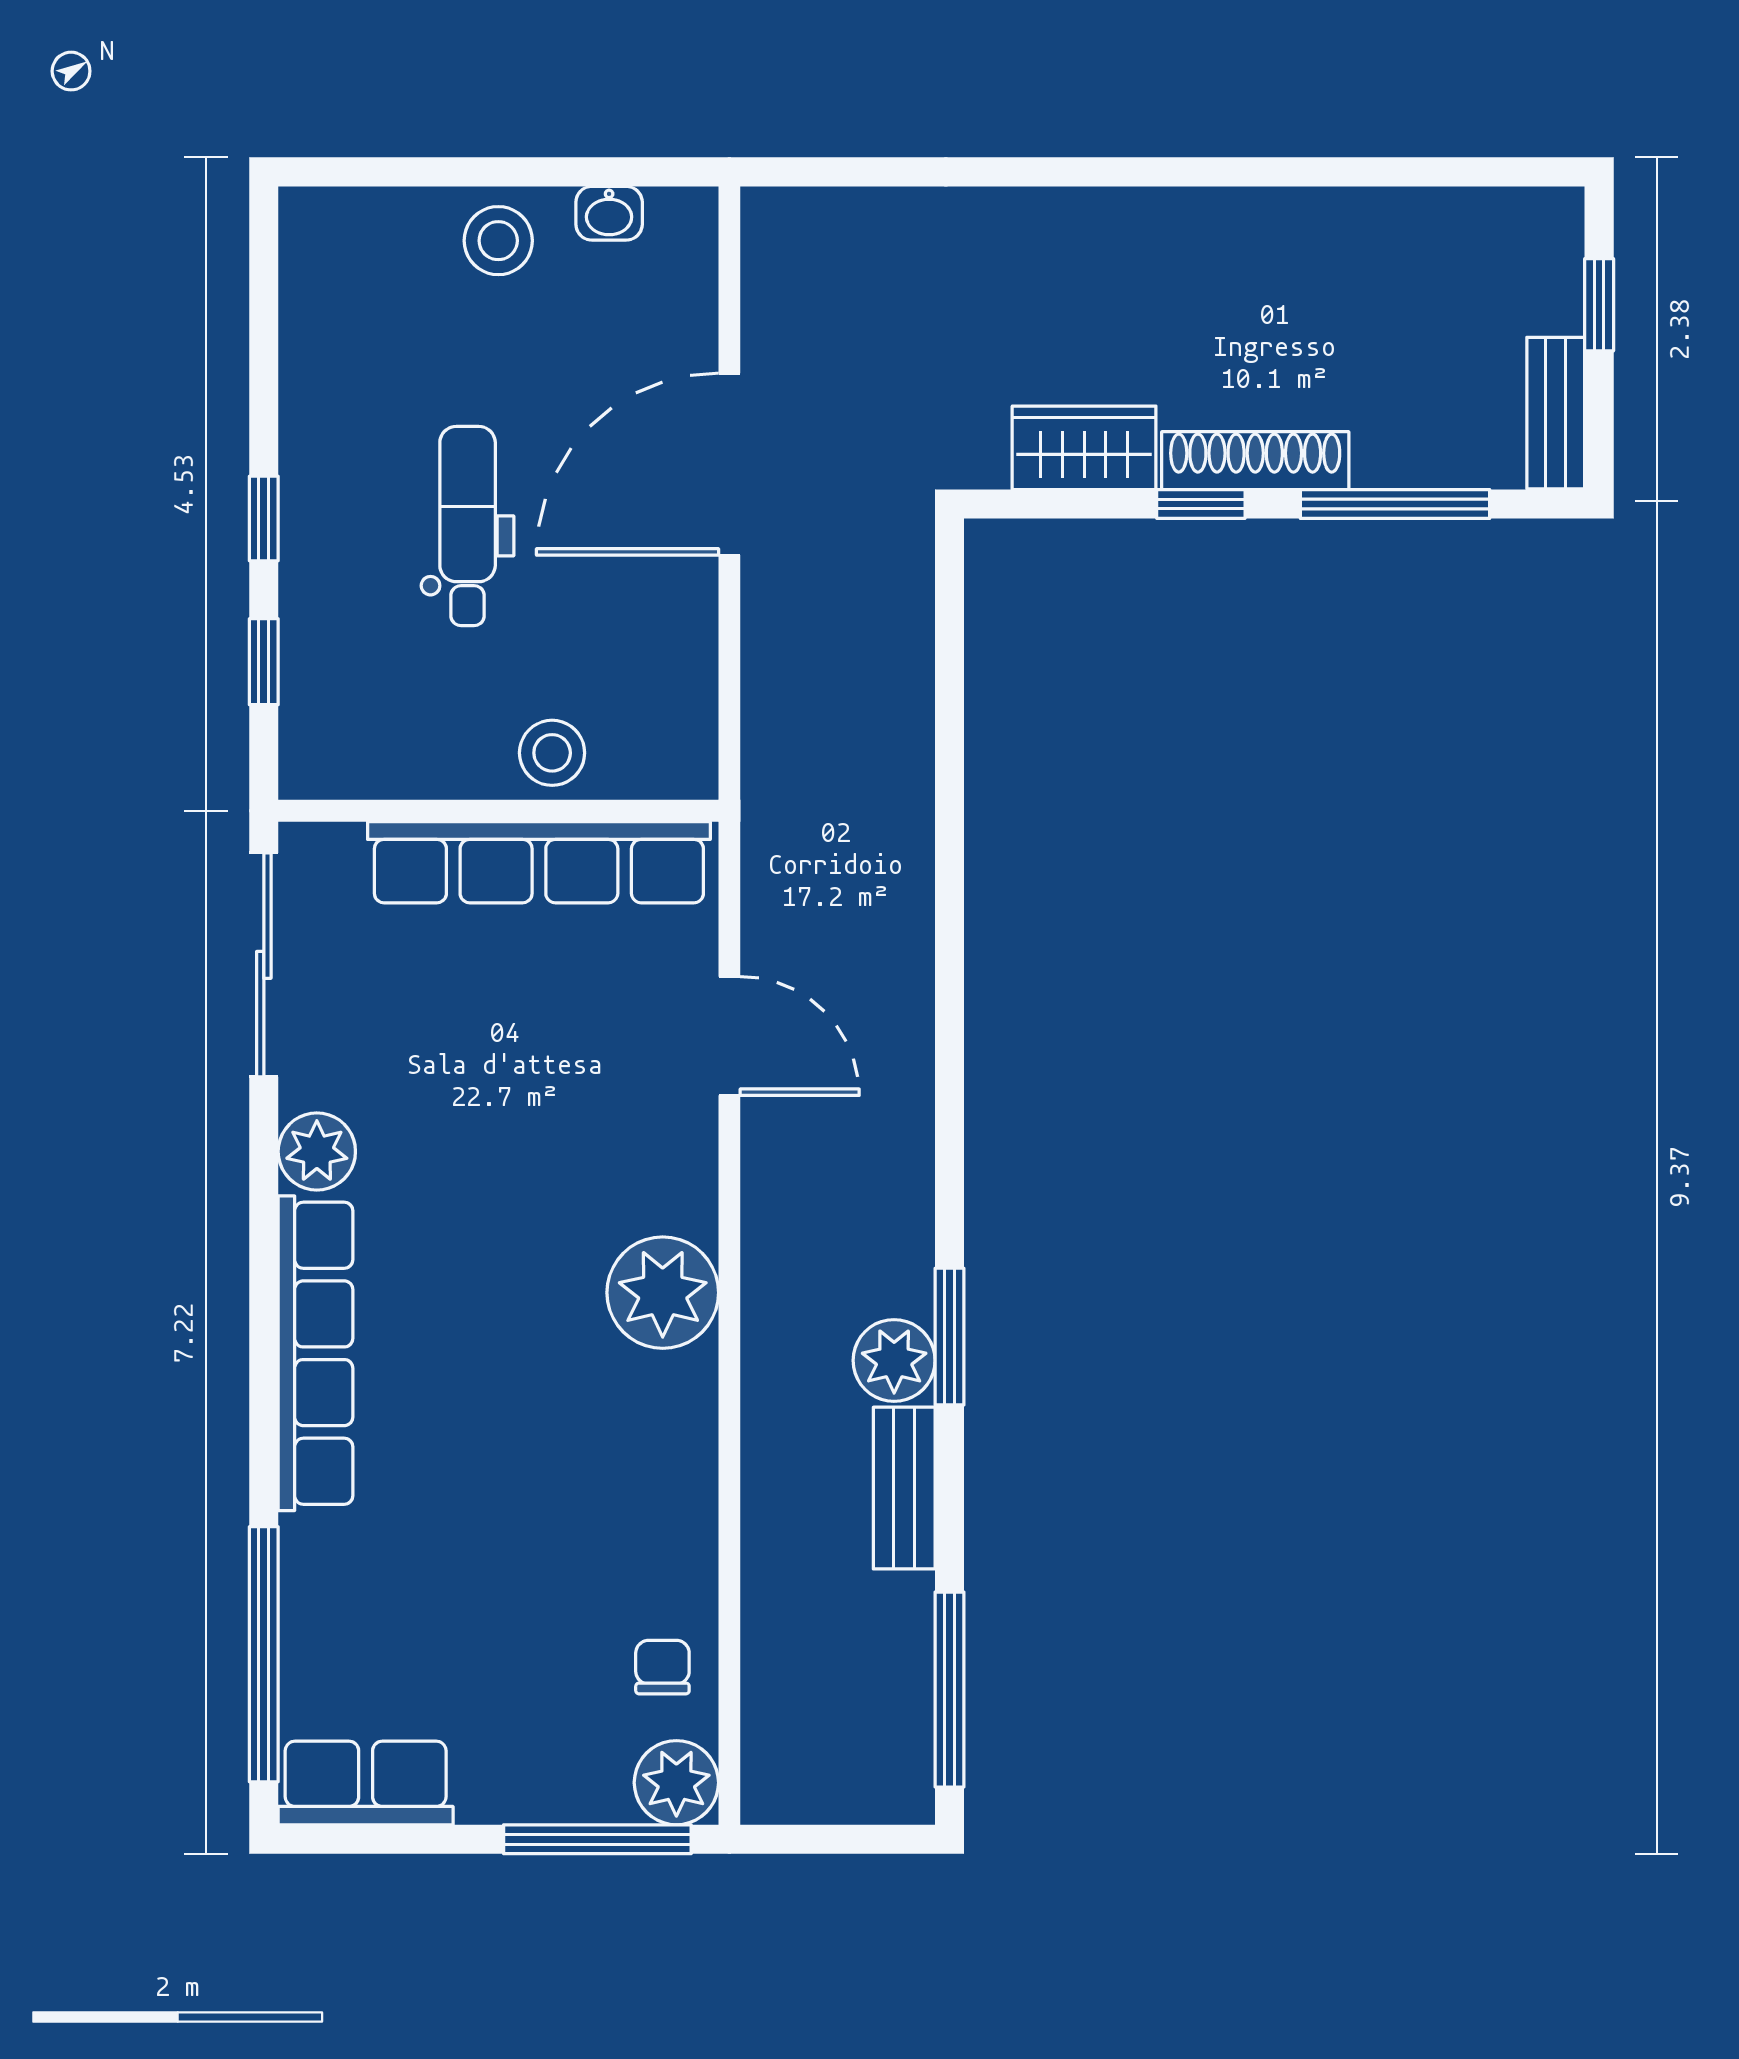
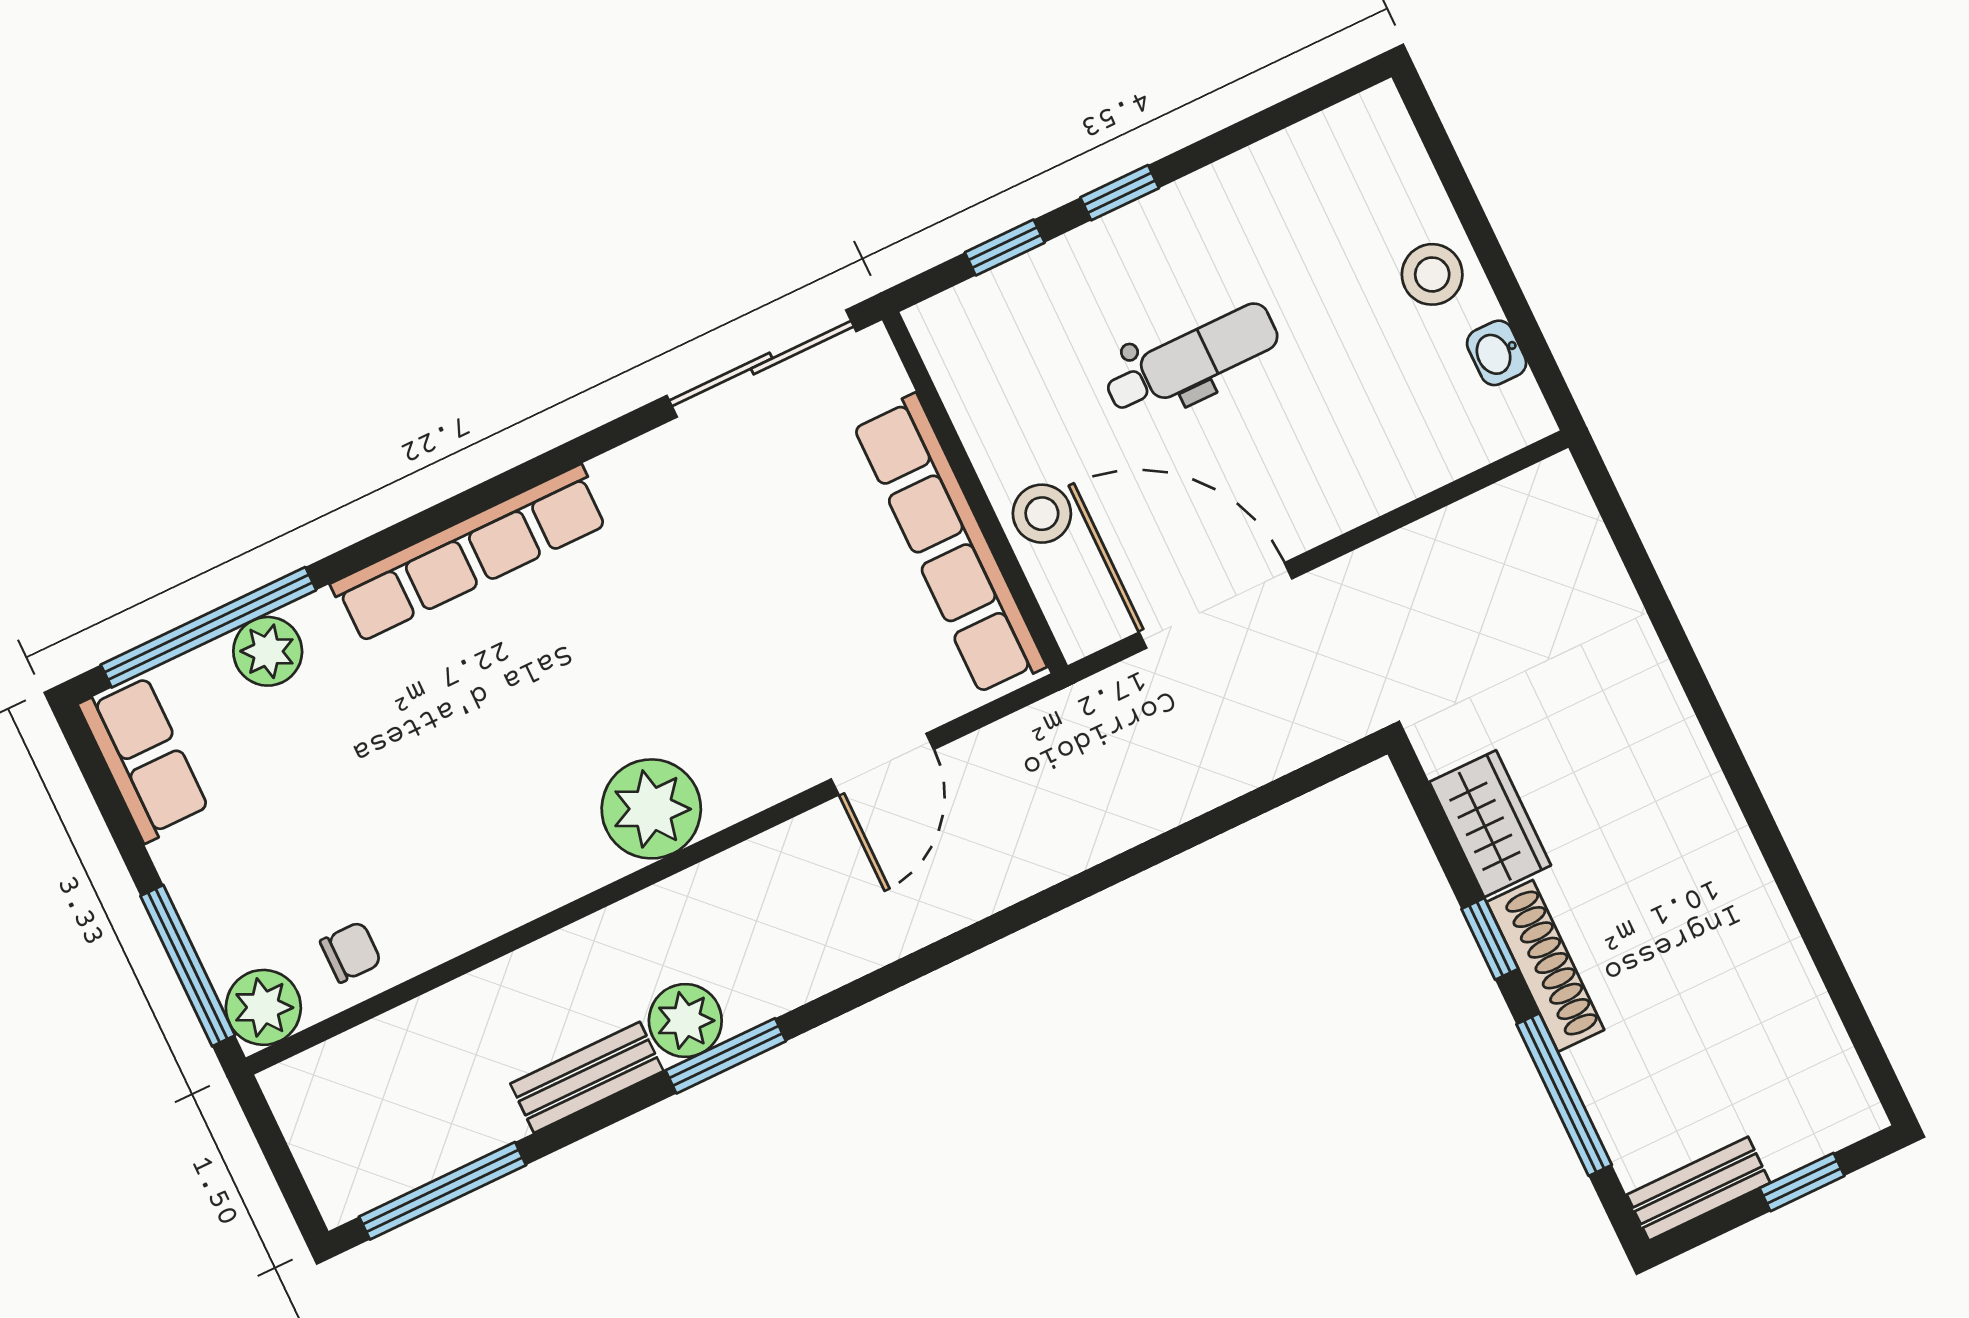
door: (729, 464) -> (1215, 605), moved
plant: (317, 1151) -> (268, 651), moved

